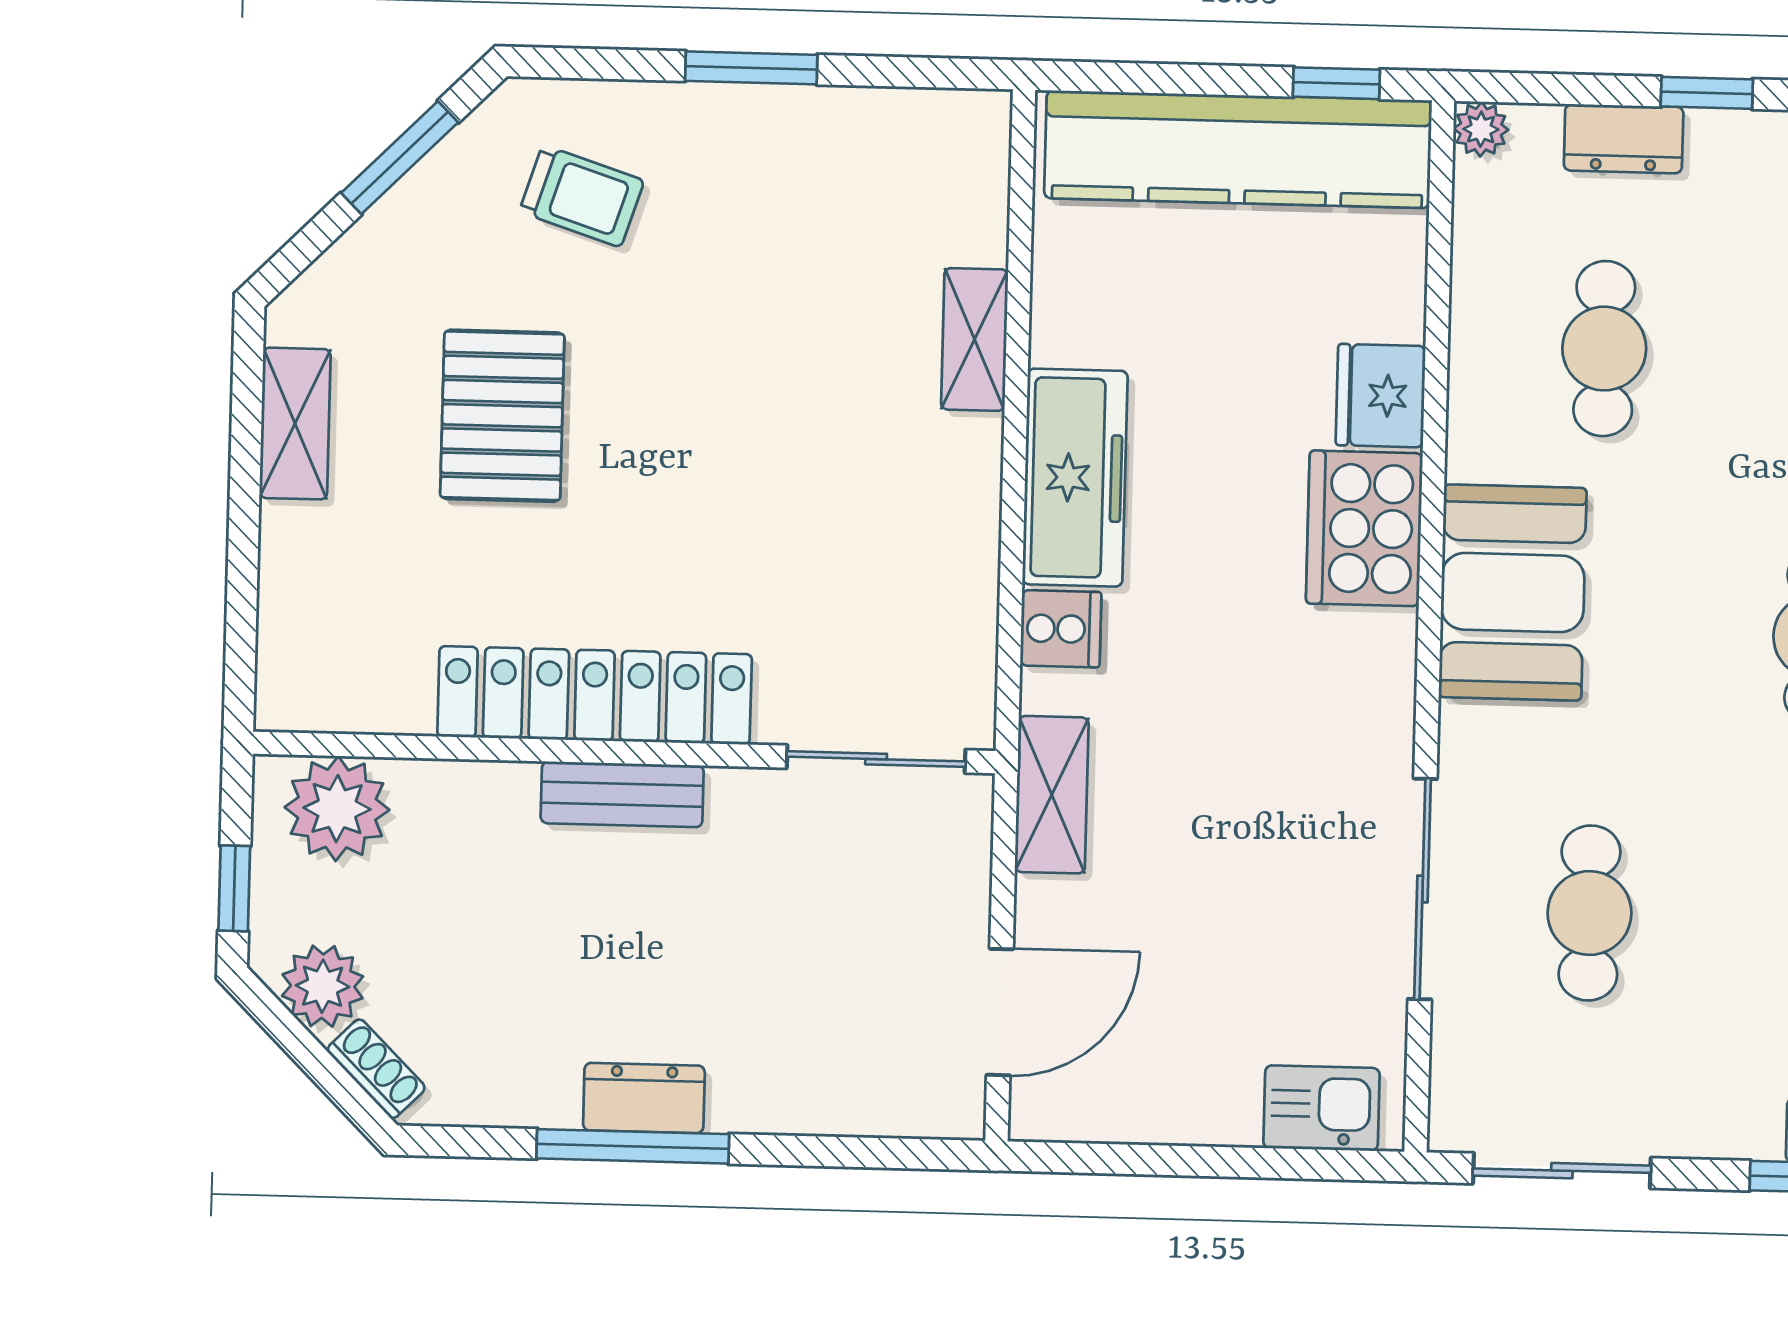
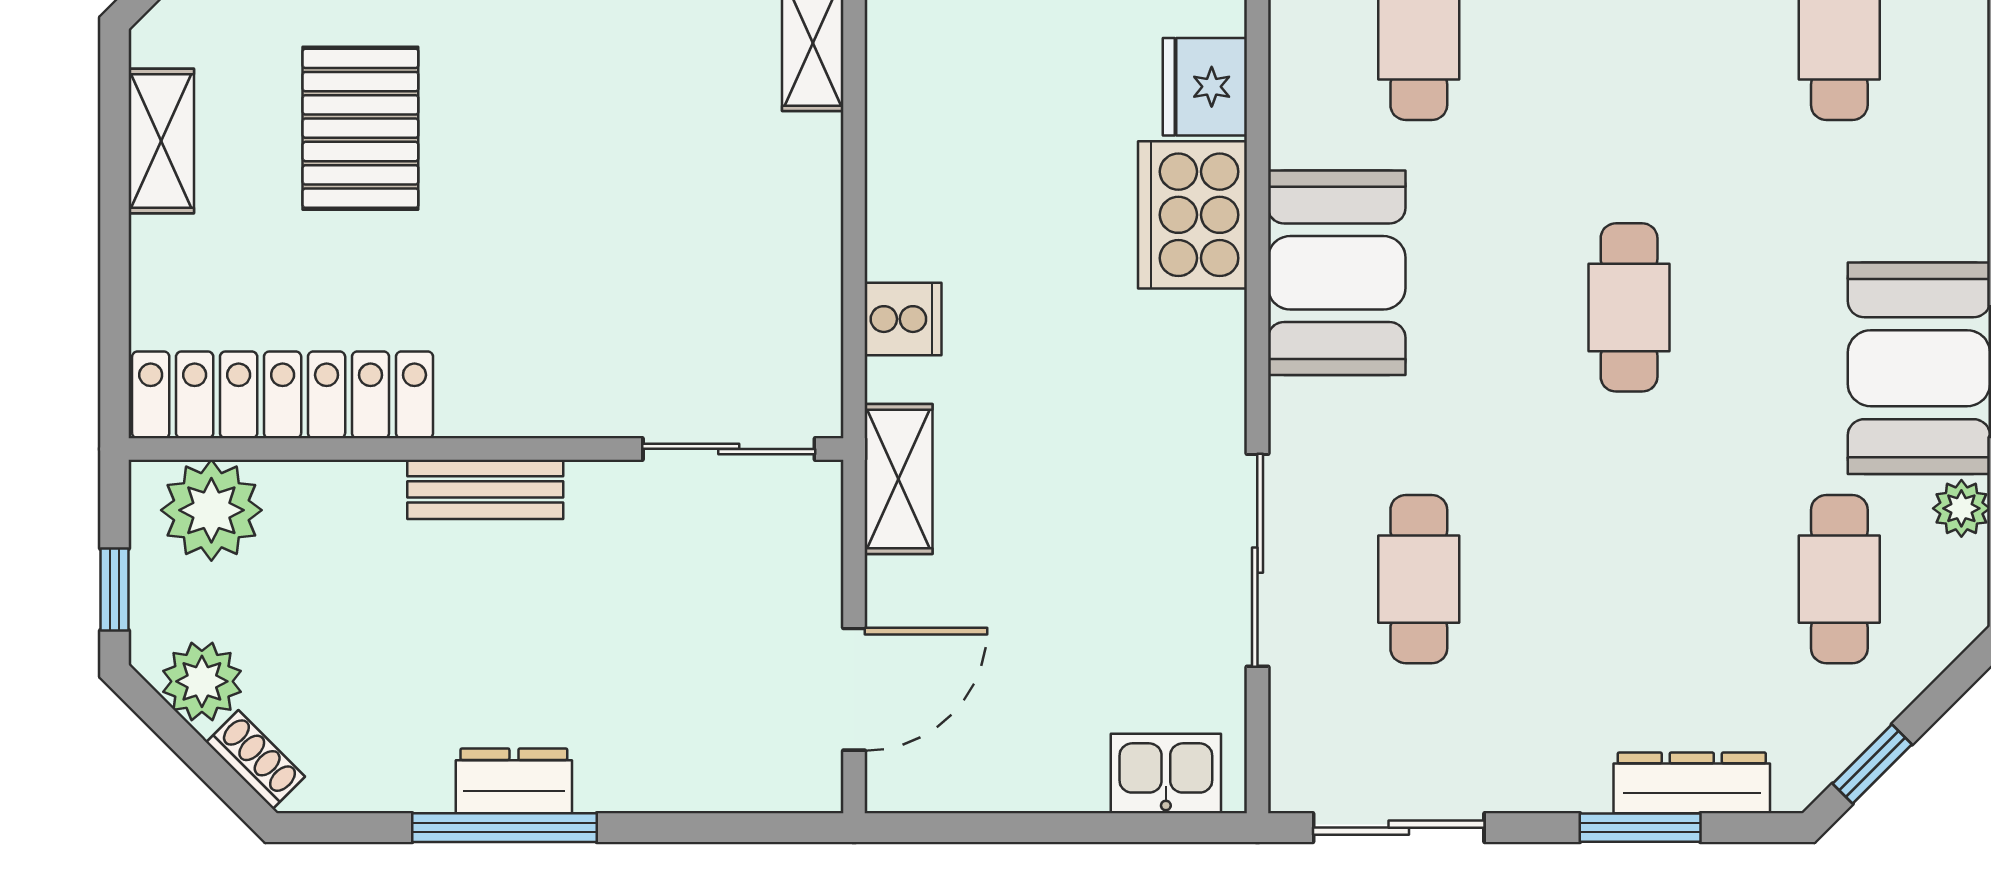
freezer: (1075, 478) -> (913, 173), removed
locker: (595, 695) -> (283, 395), moved

